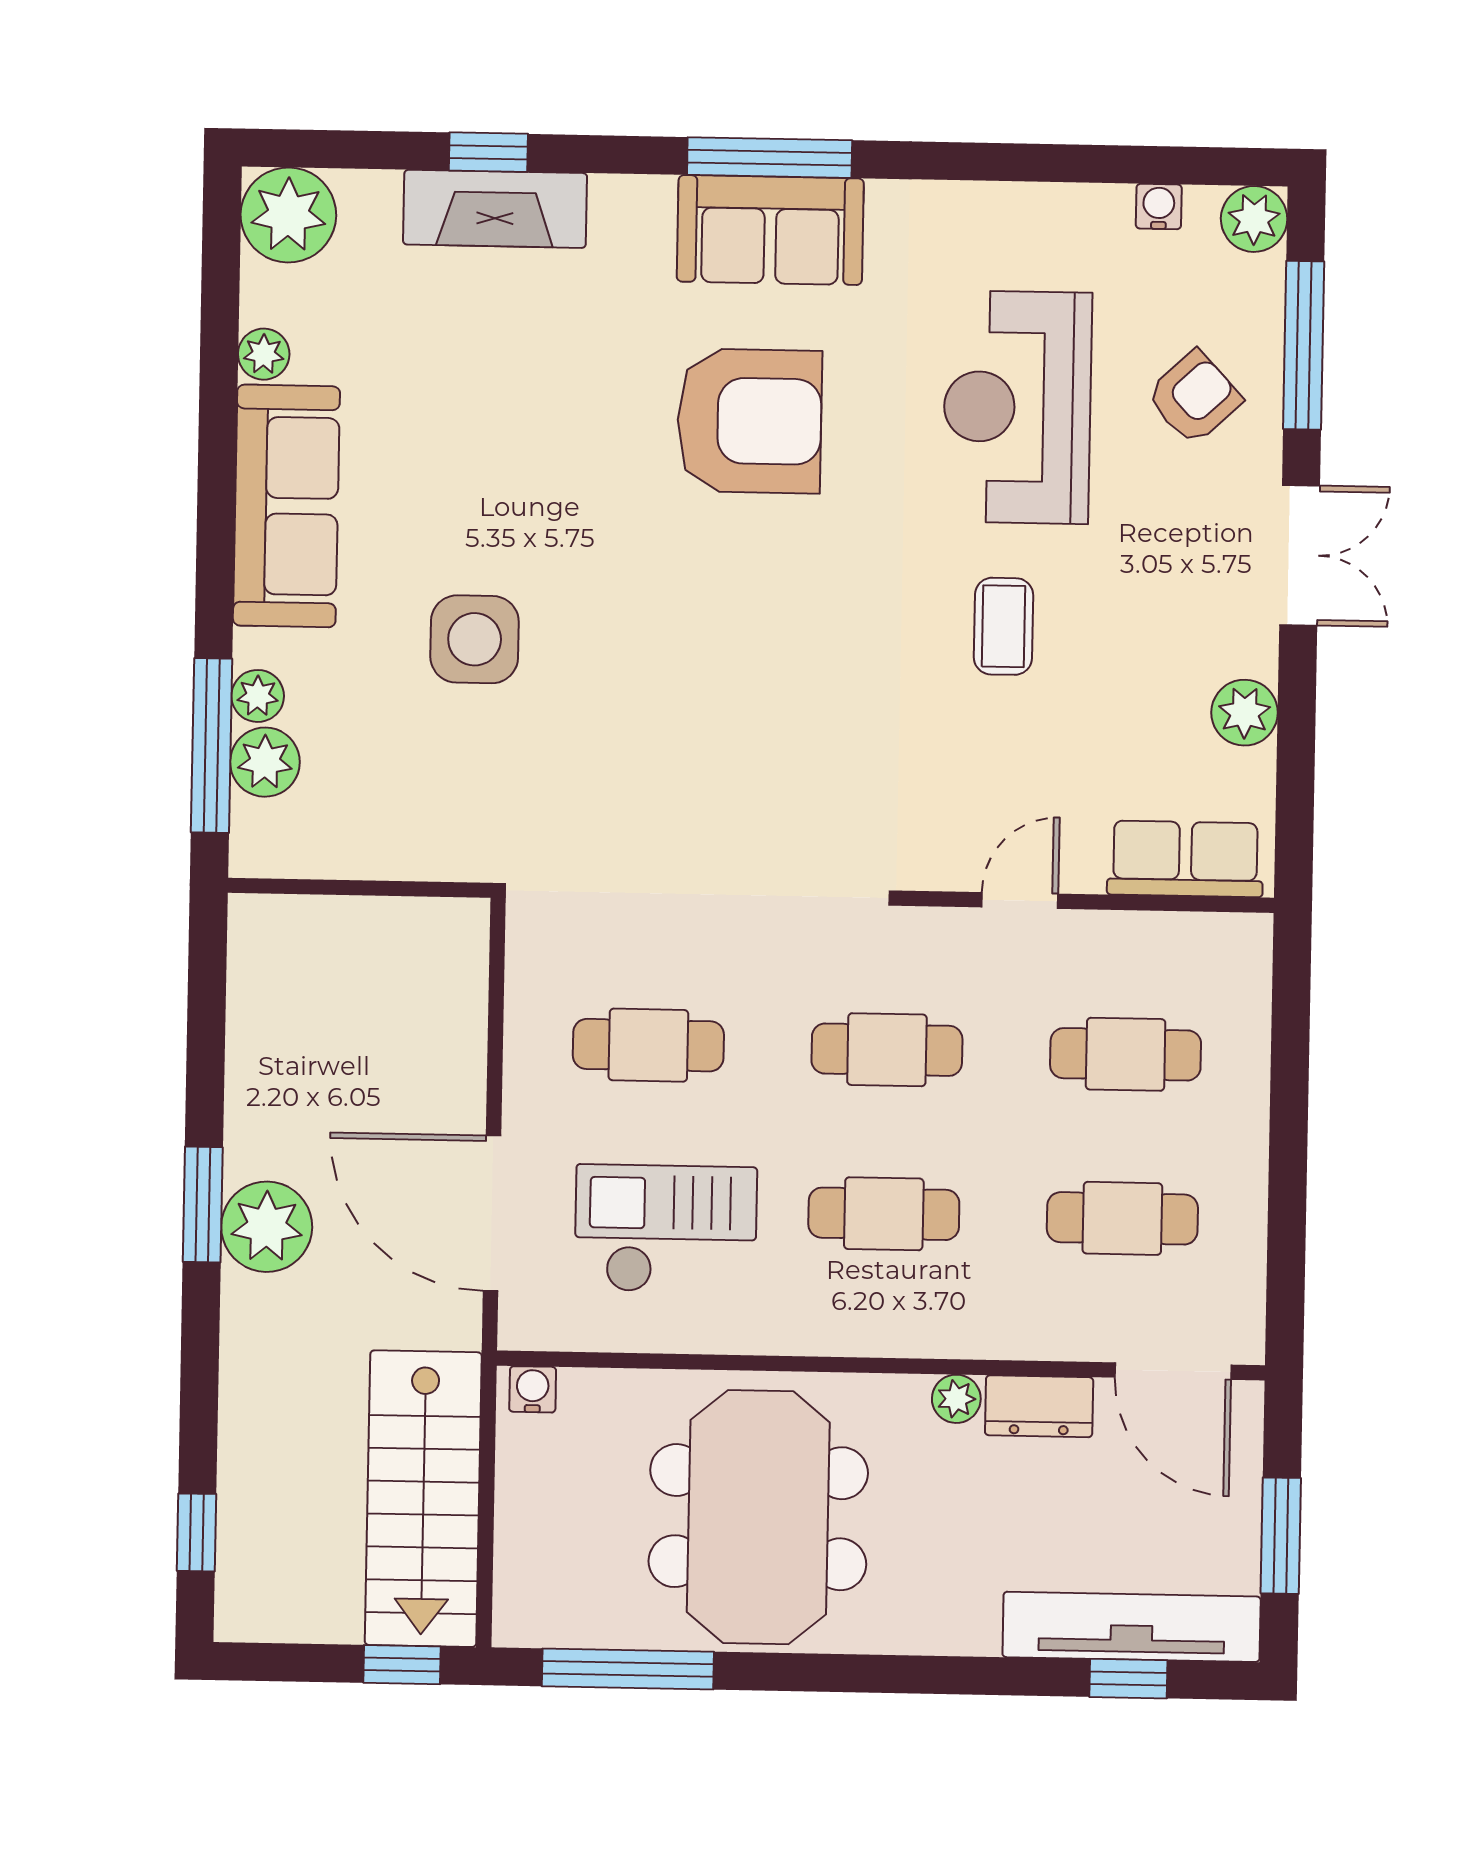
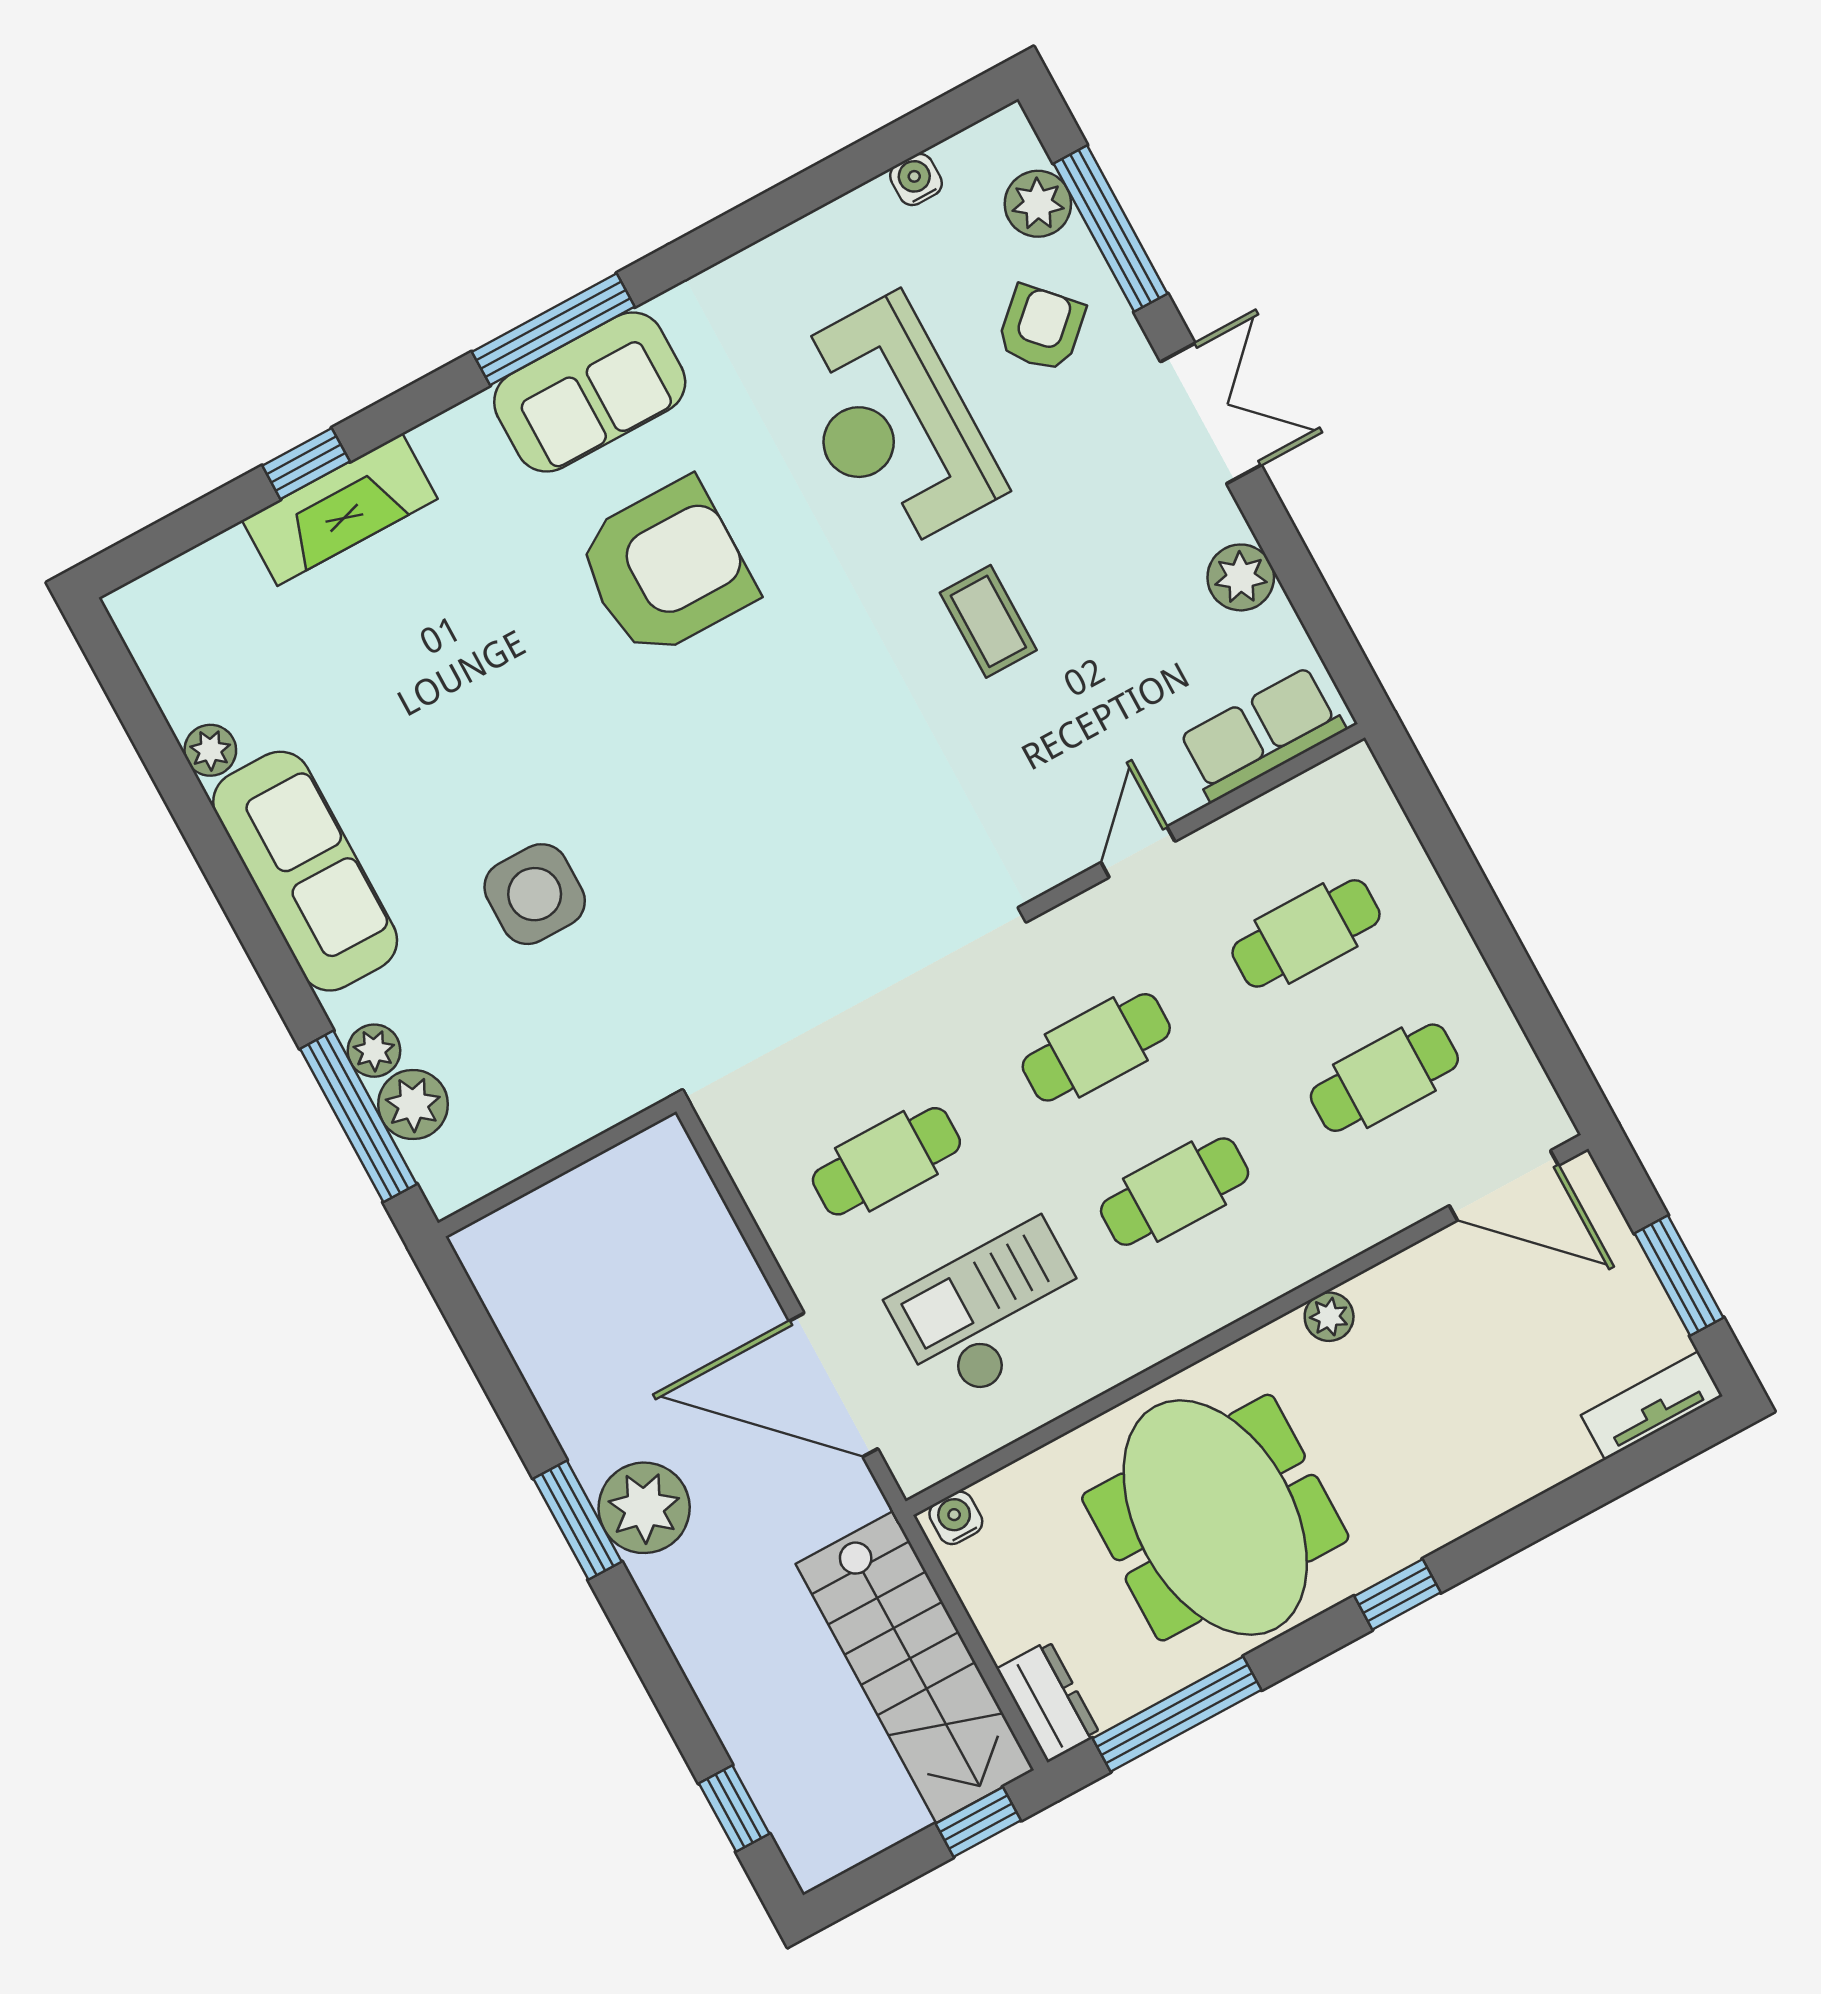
plant: (288, 215) -> (163, 617), removed
plant: (1254, 219) -> (1038, 204), moved
dresser: (1039, 1406) -> (1048, 1701), moved, turned -90
tv unit: (1132, 1627) -> (1652, 1406), width x0.52, depth x0.78
window: (1128, 1679) -> (1397, 1594), moved

